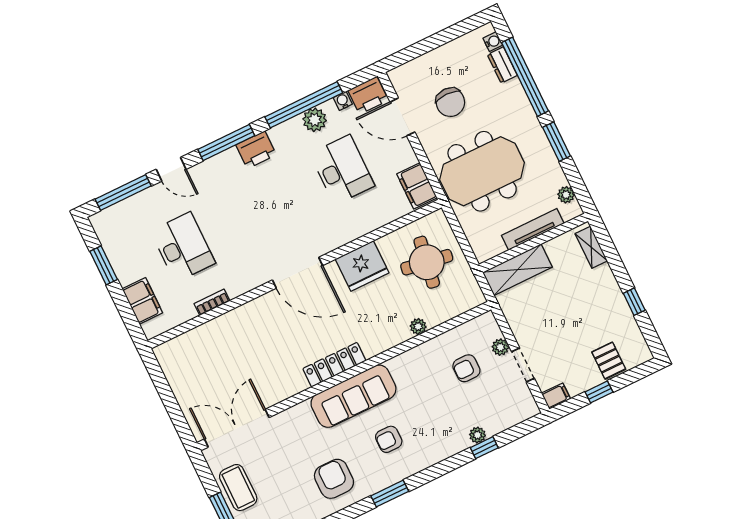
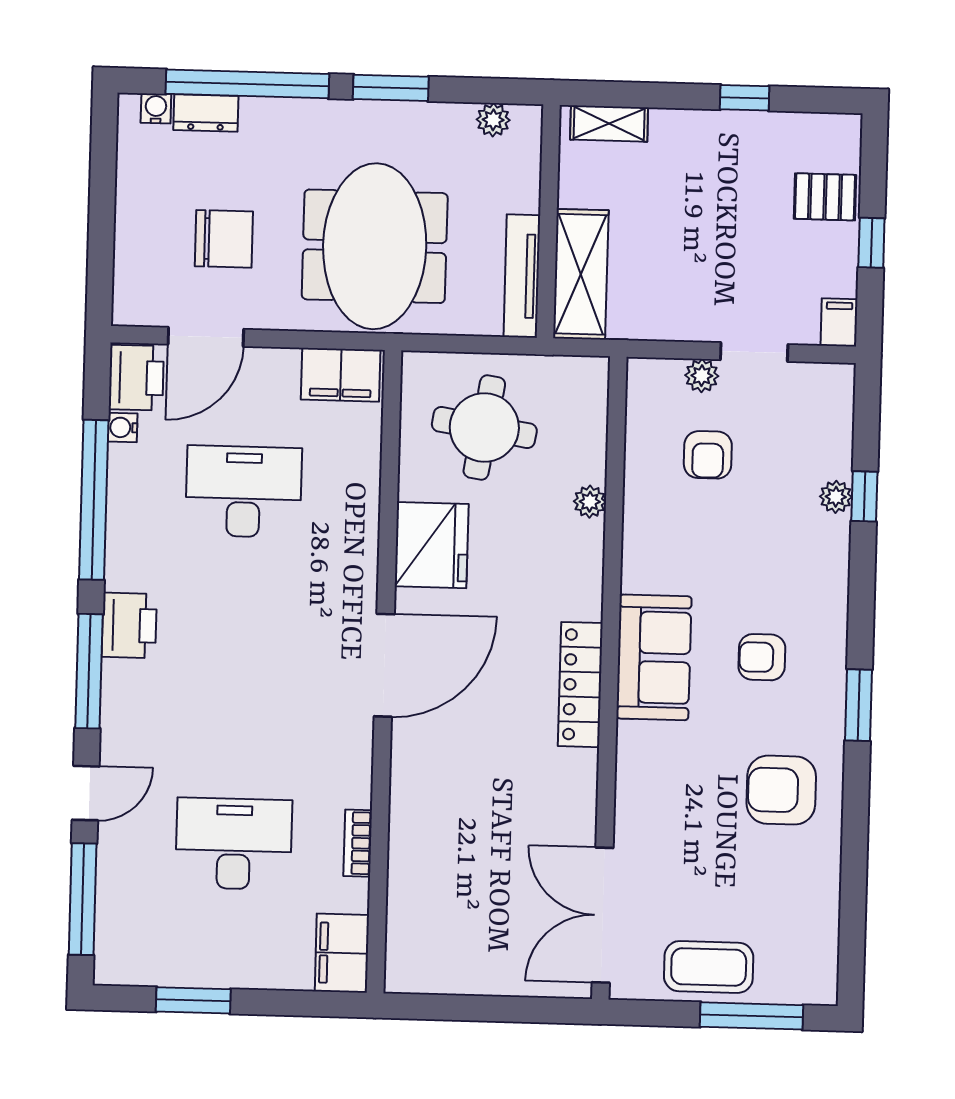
plant: (315, 120) -> (130, 495), removed
tv unit: (533, 229) -> (522, 276), moved
filing cabinet: (142, 301) -> (342, 953), moved, turned -90
sofa: (353, 396) -> (654, 657), width x0.73
armchair: (389, 439) -> (762, 657), turned 90

